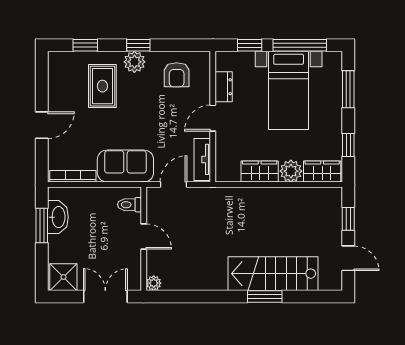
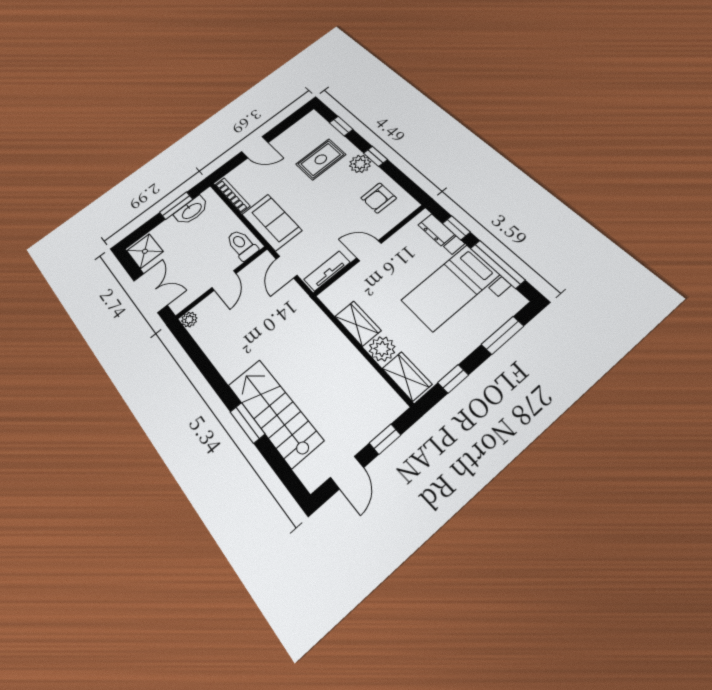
dresser: (224, 87) -> (436, 230), moved, turned 90
door: (174, 185) -> (287, 267), swing flipped
toilet: (130, 205) -> (242, 245), width x1.37, depth x1.39

